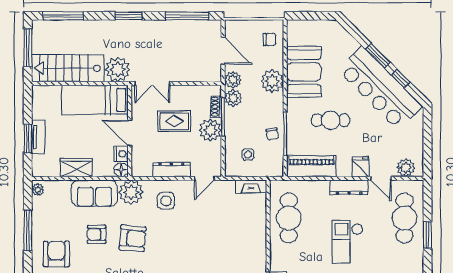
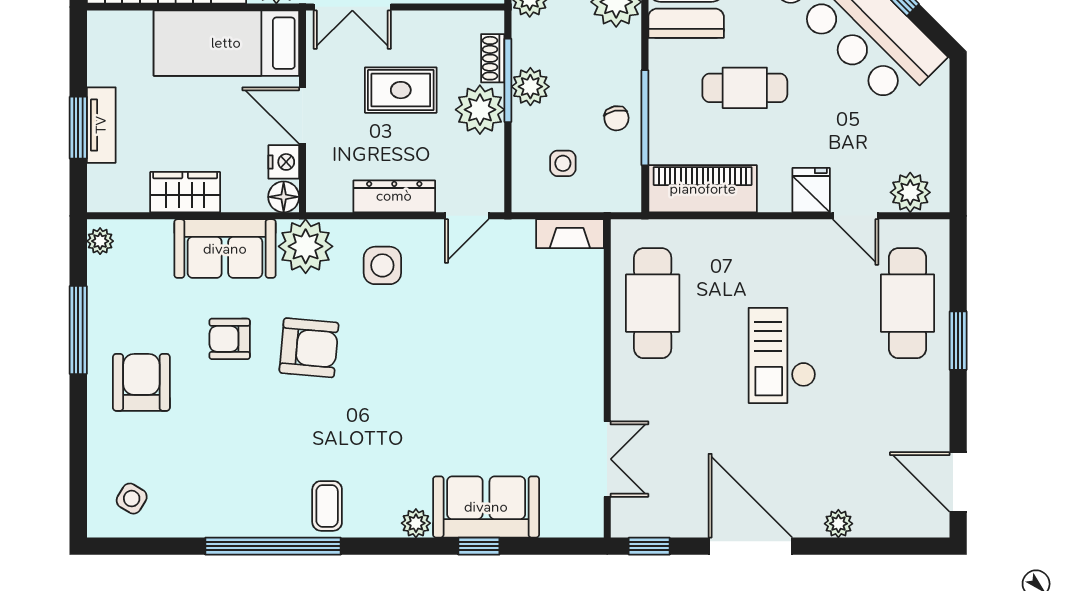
plant: (233, 98) -> (530, 87), moved
dresser: (349, 187) -> (786, 236), removed

